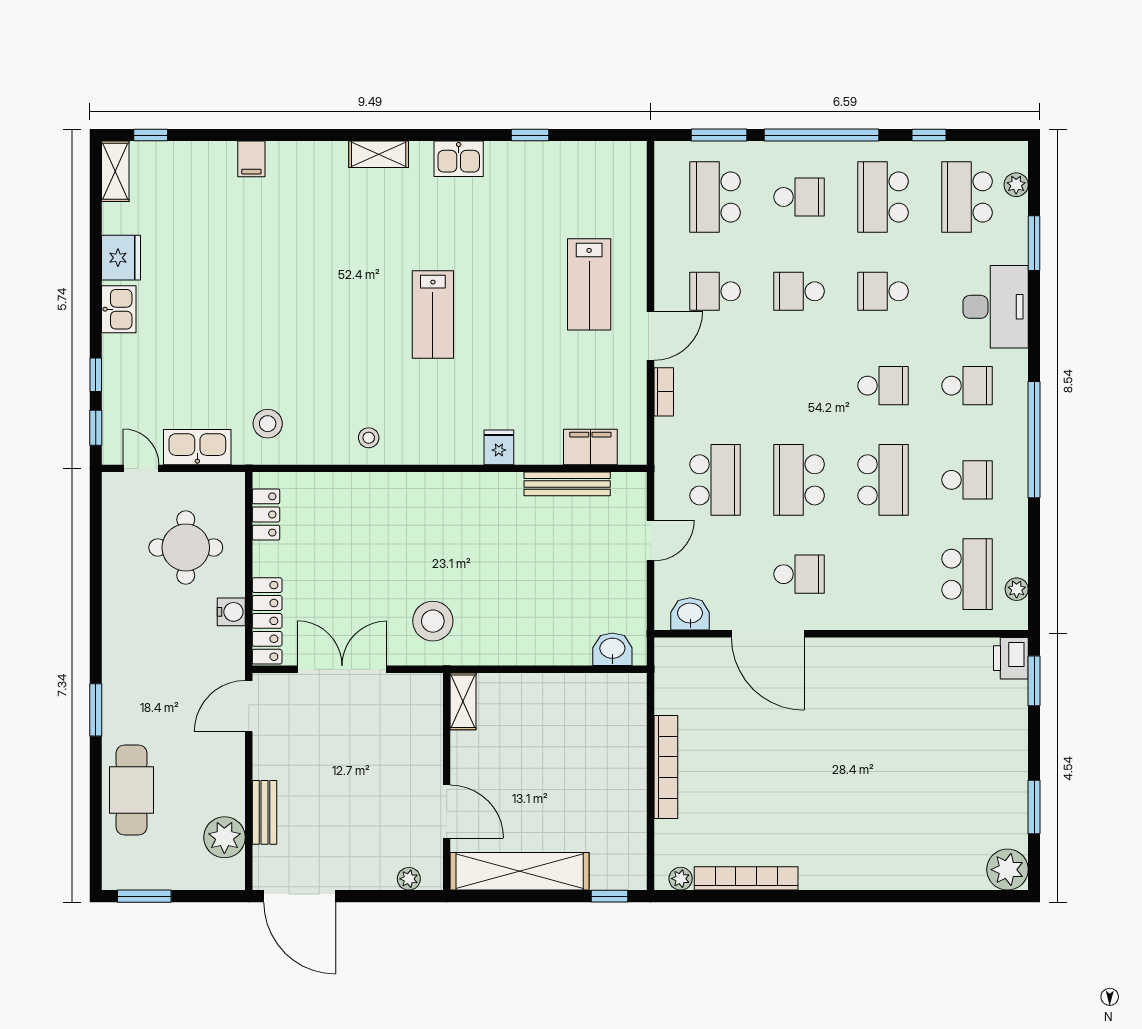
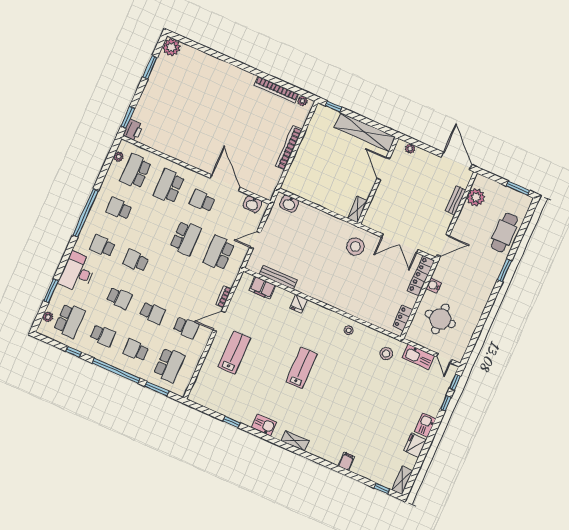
school desk: (883, 197) -> (103, 335), width x0.54
school desk: (883, 480) -> (169, 186), moved

